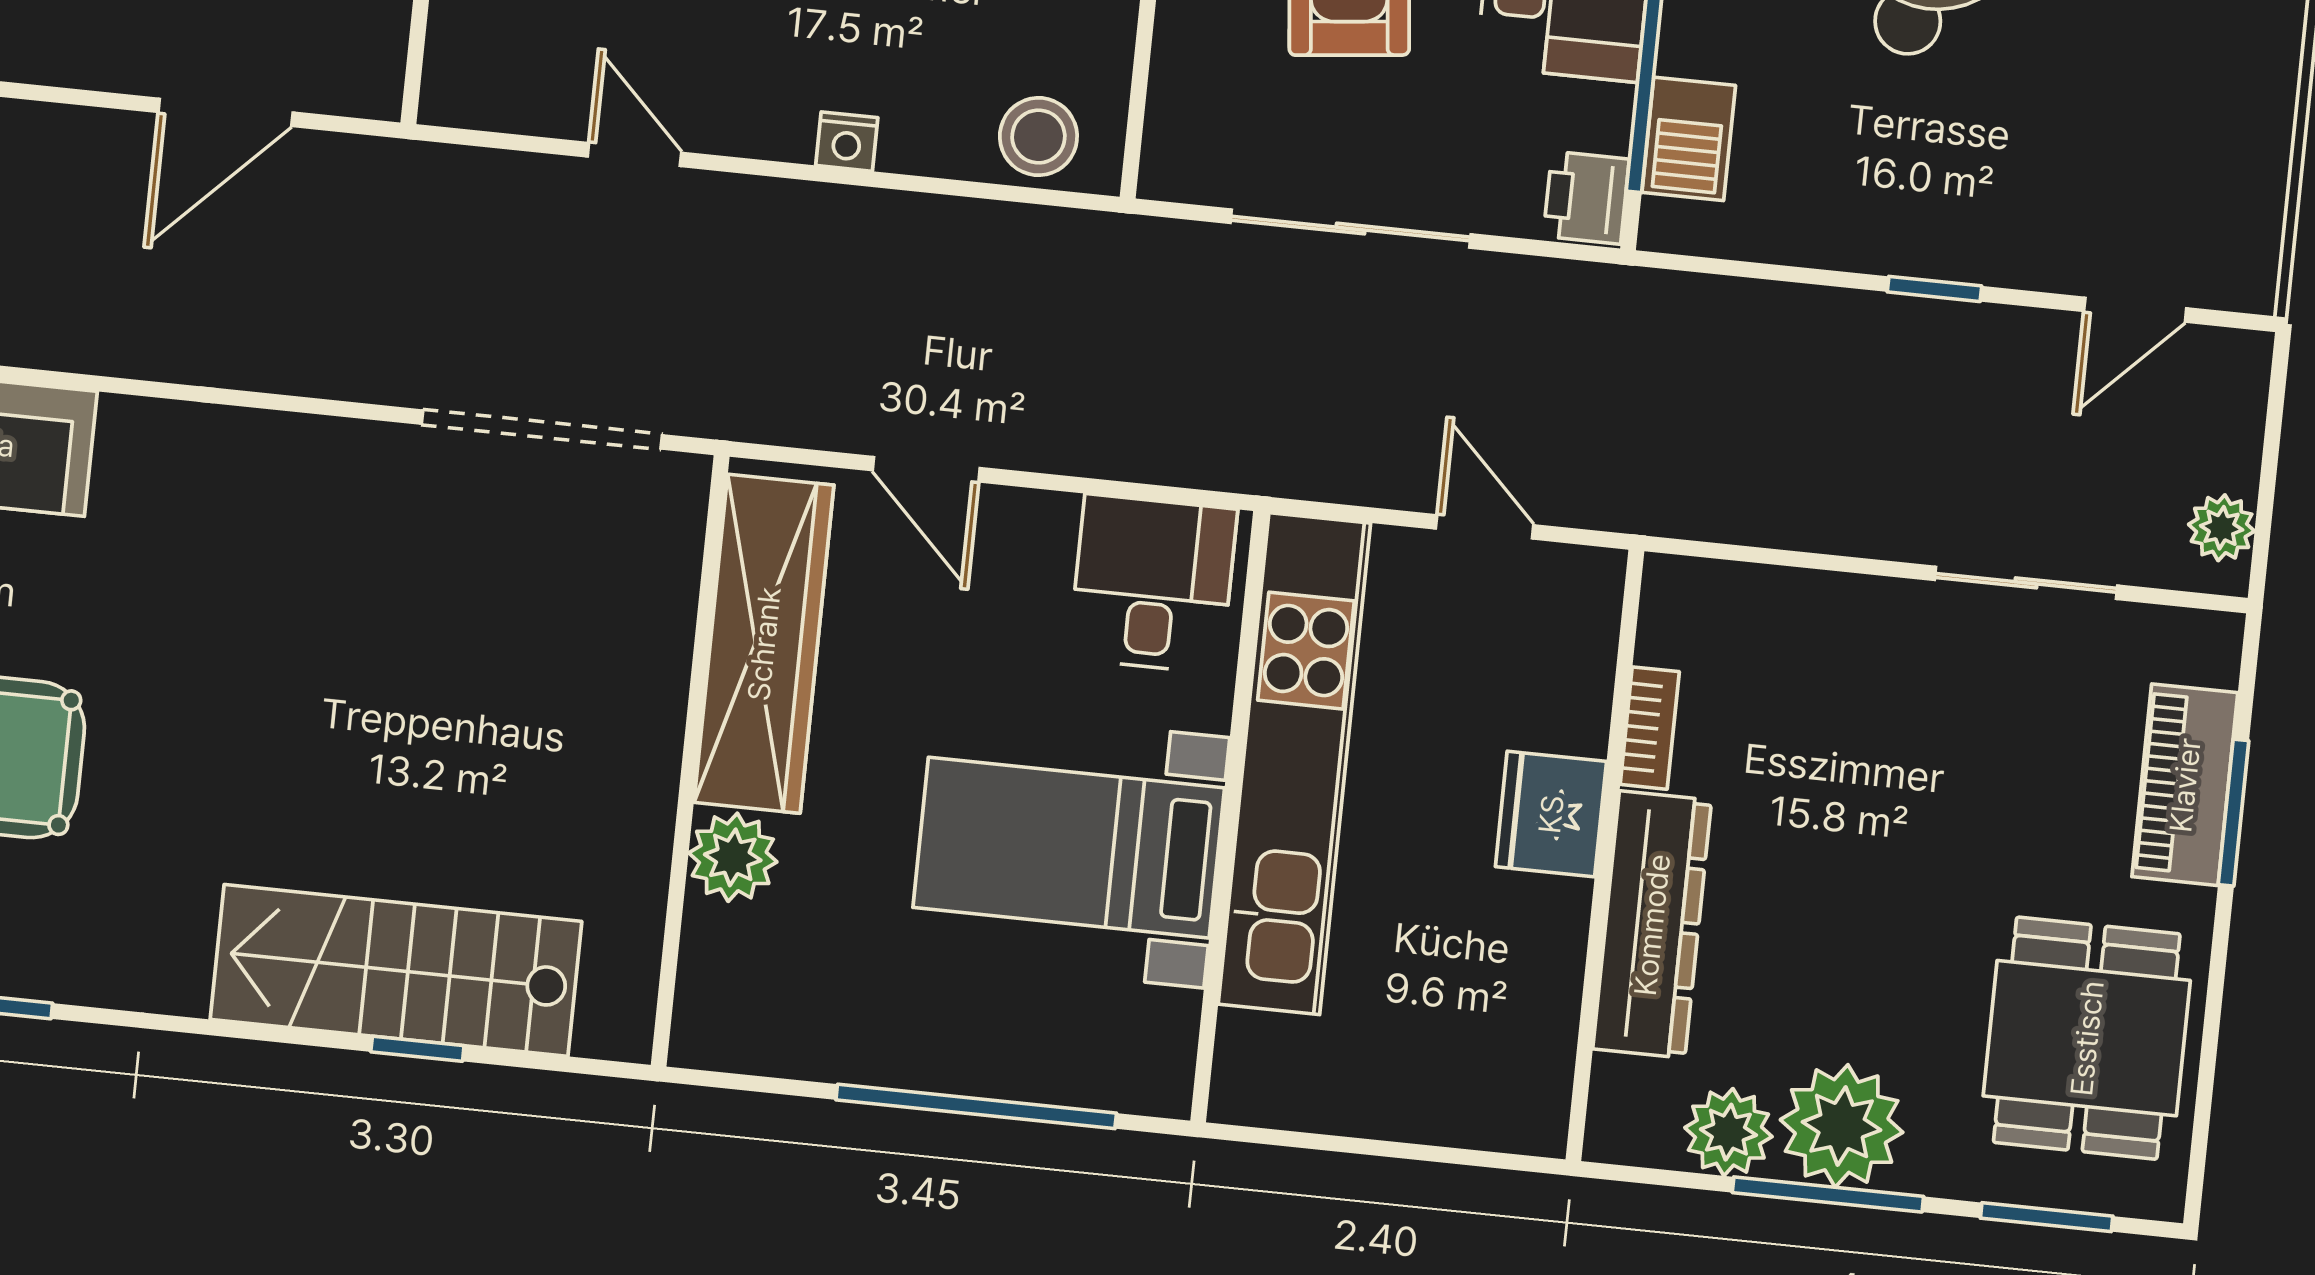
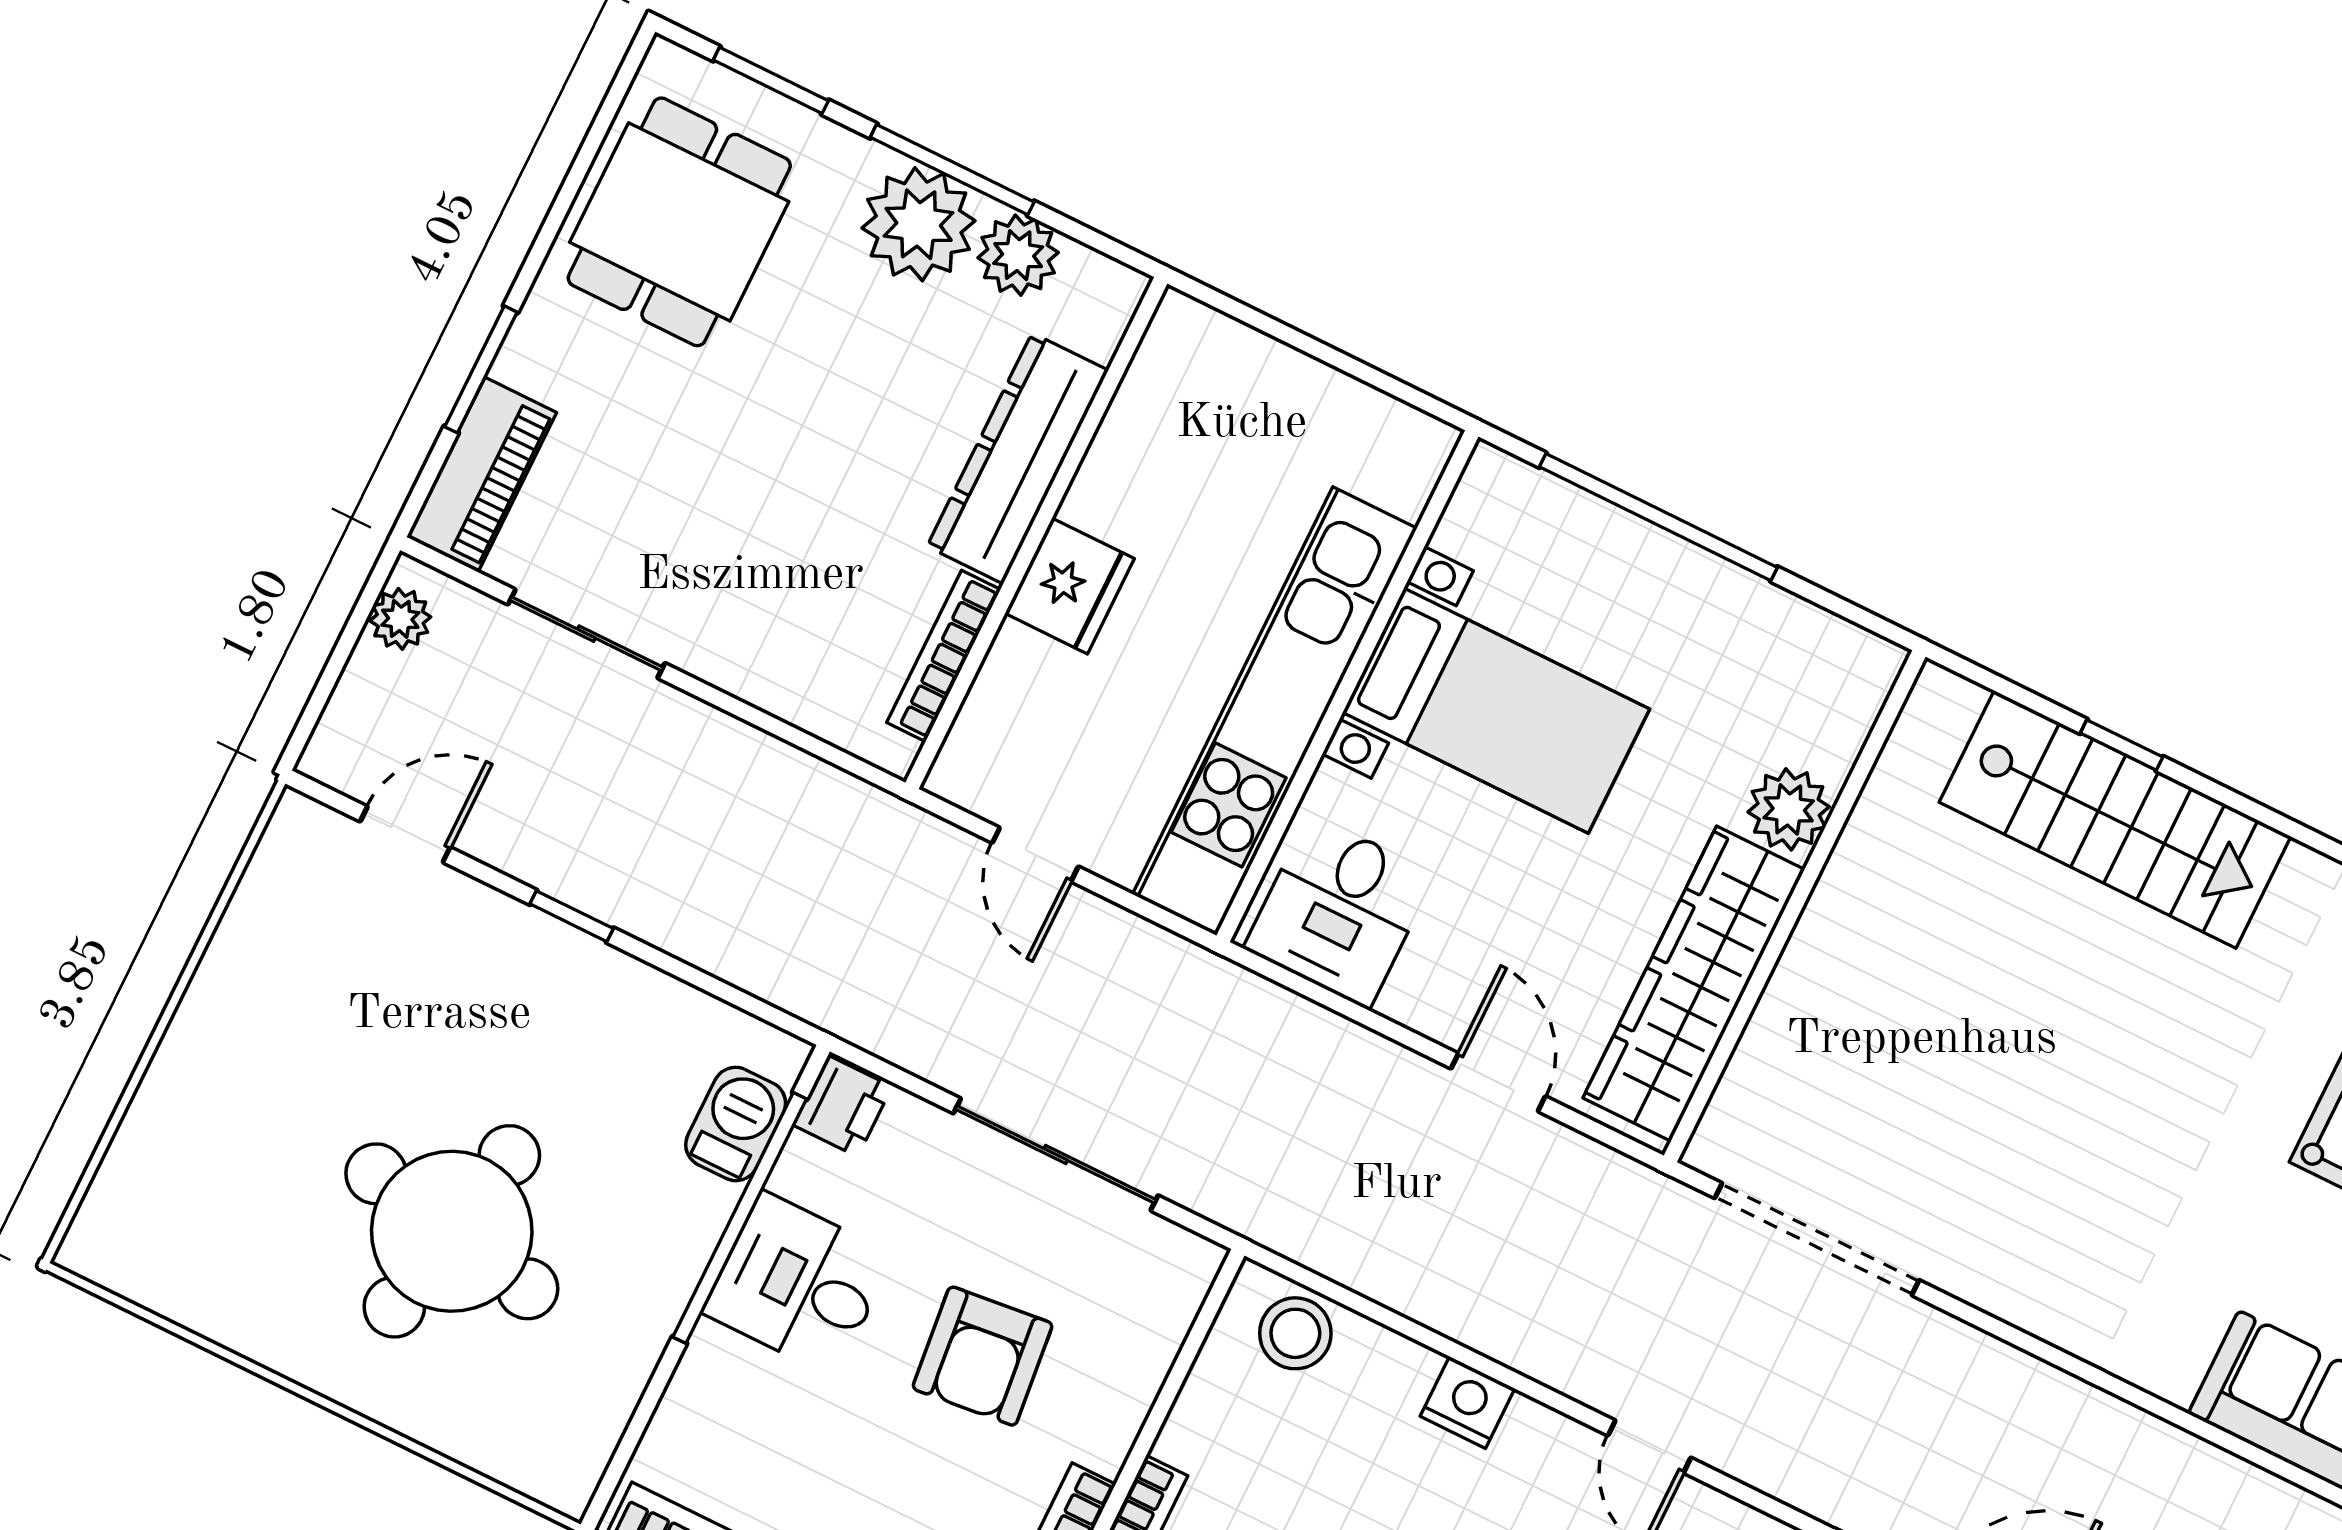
nightstand: (847, 142) -> (1467, 1402), width x1.39, depth x1.35
bookcase: (1650, 728) -> (944, 656), width x1.56
piano: (2185, 785) -> (482, 475), moved

